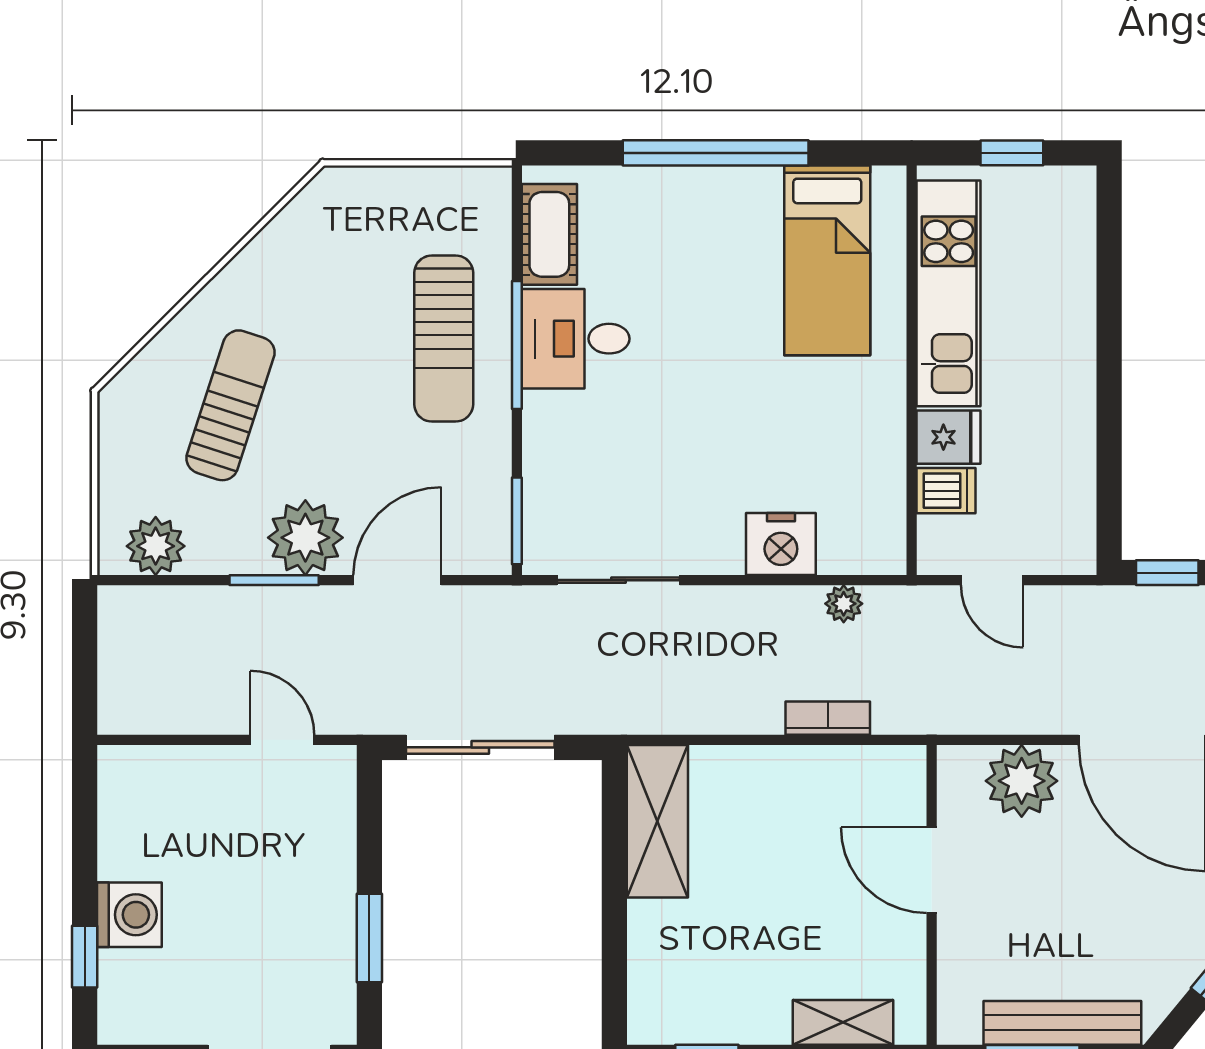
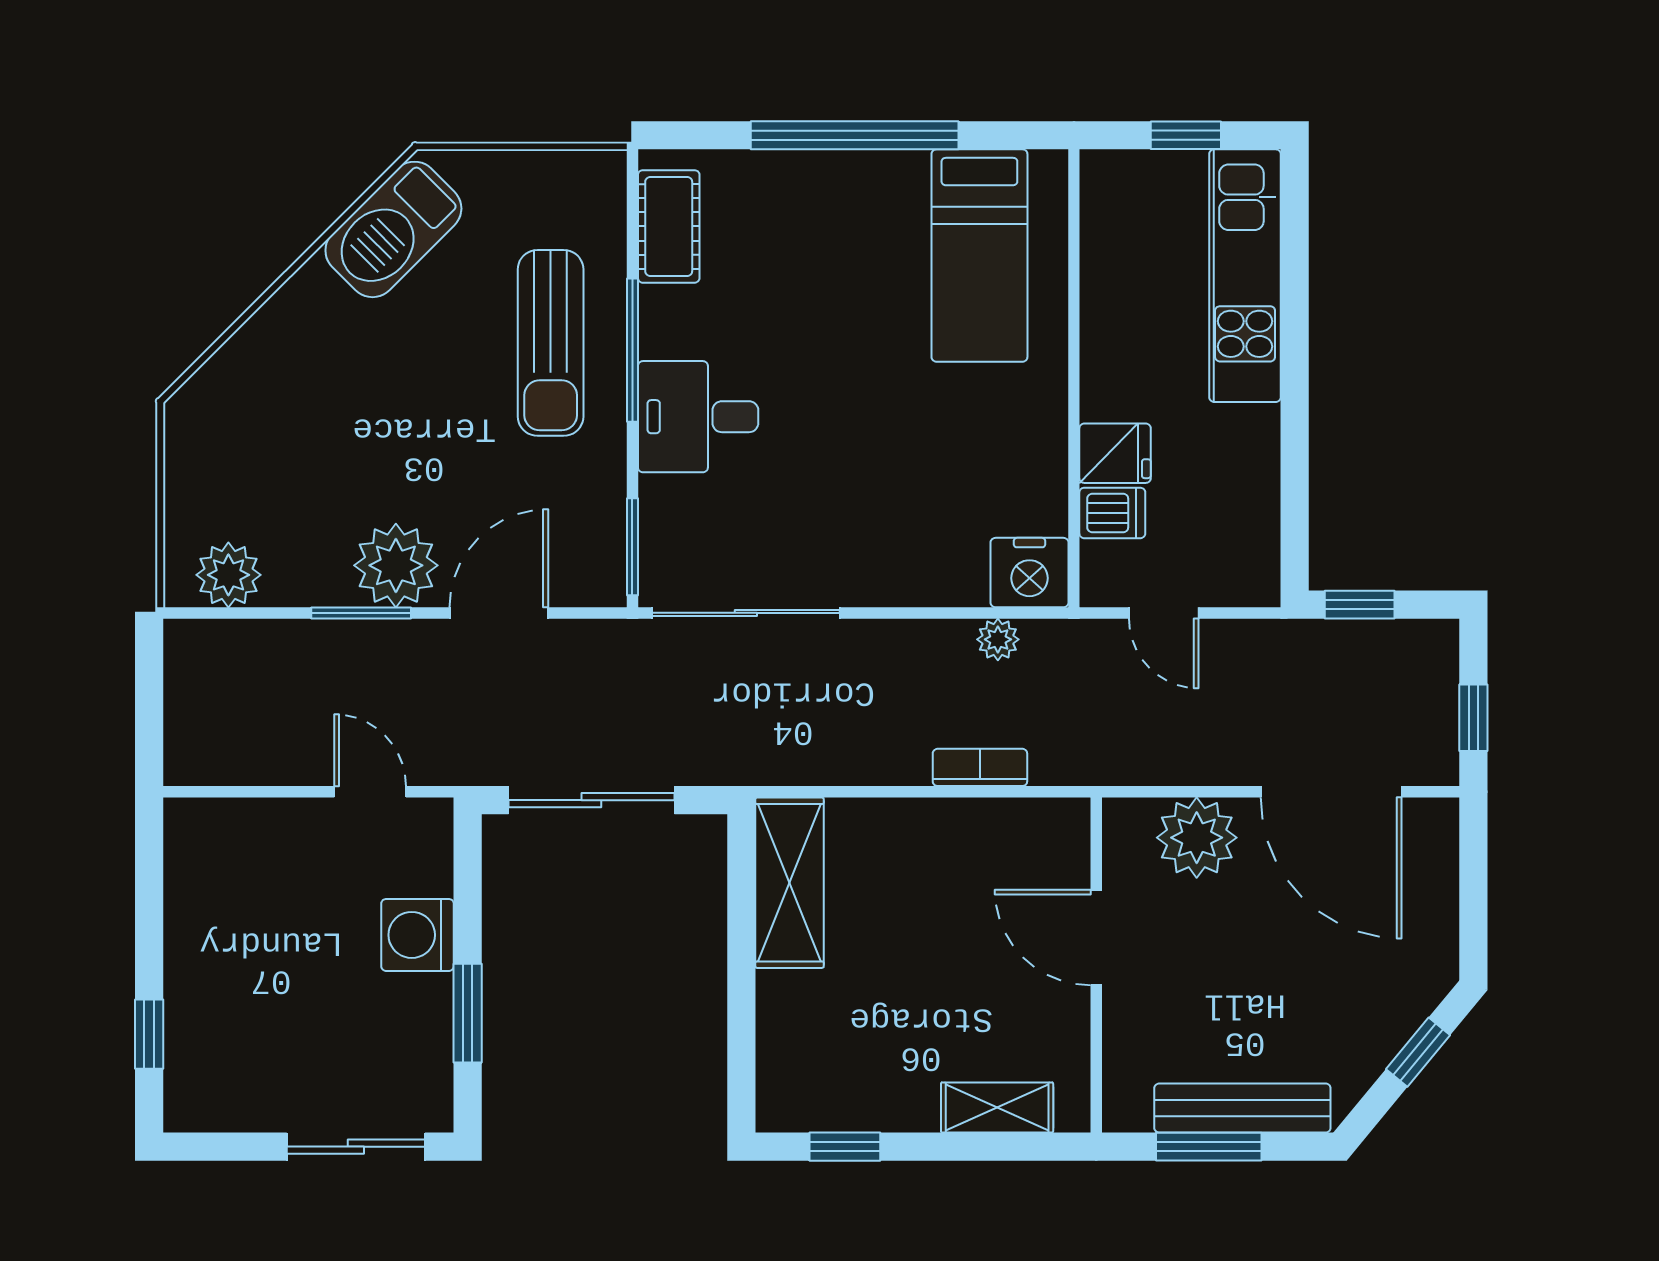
barbecue: (303, 237) -> (393, 229), added
kitchen unit: (949, 293) -> (1245, 276), moved, turned 180
desk: (576, 339) -> (698, 417), moved
sun lounger: (231, 405) -> (312, 418), removed
nightstand: (781, 544) -> (1029, 573), moved
sliding door: (618, 580) -> (746, 613), width x1.37
washing machine: (129, 915) -> (418, 935), moved, turned 180

